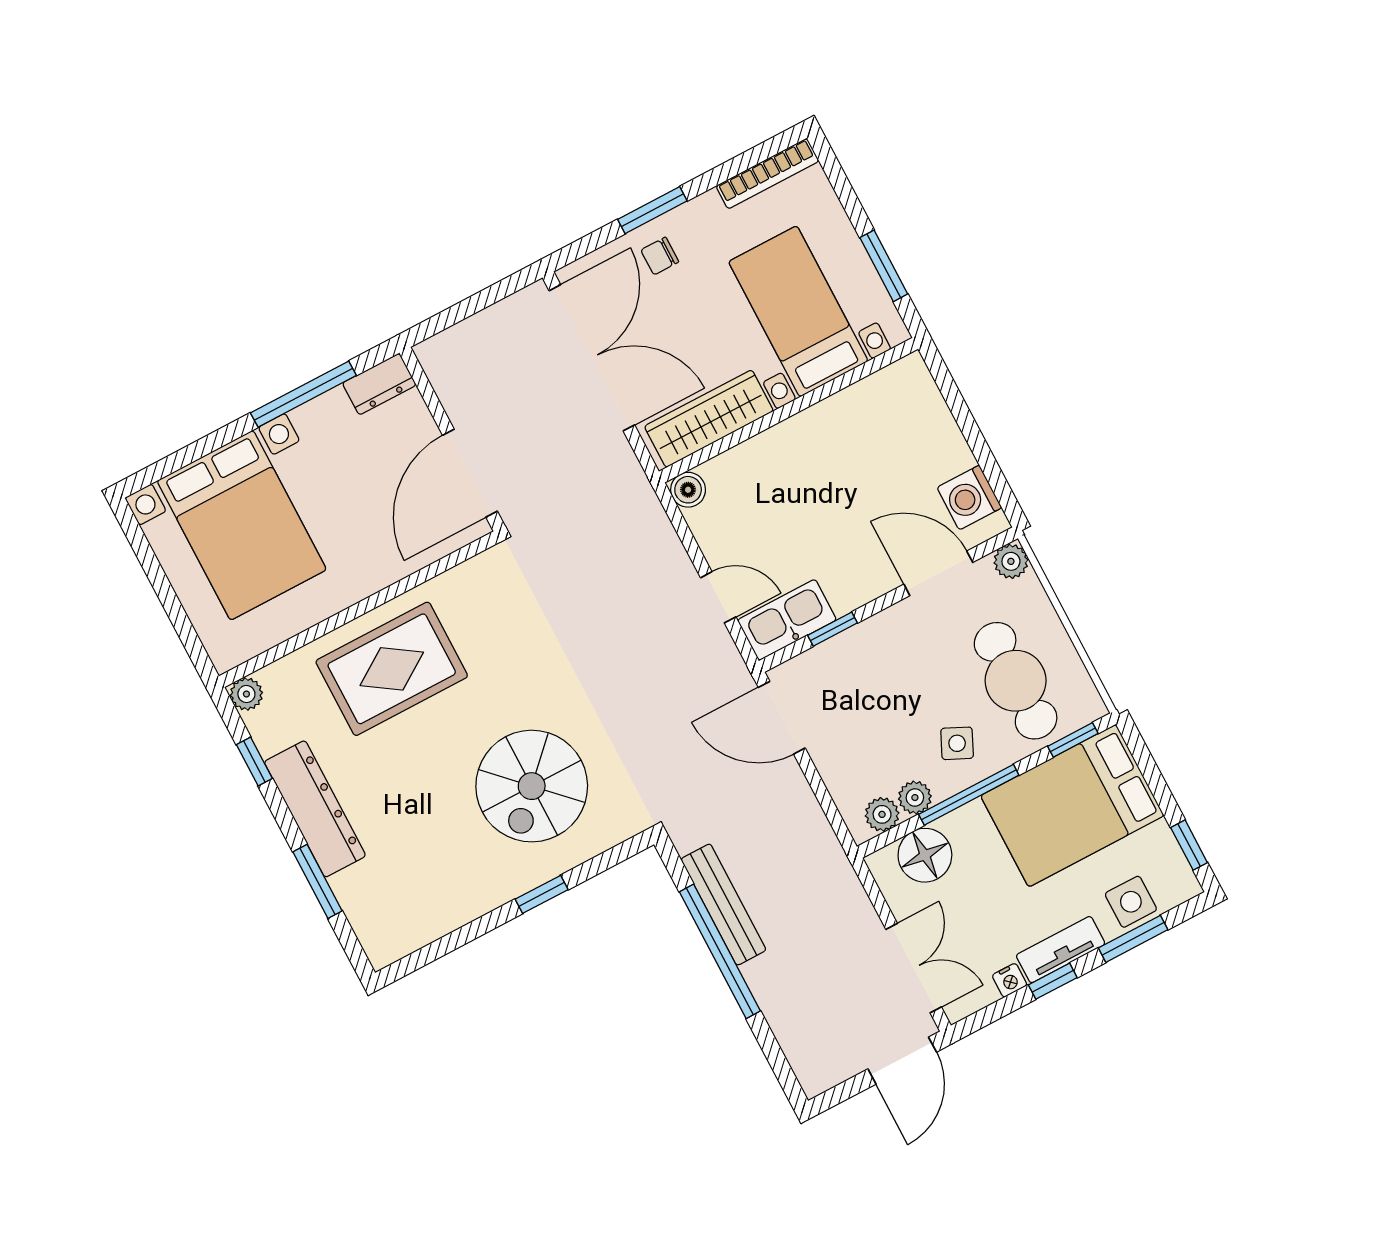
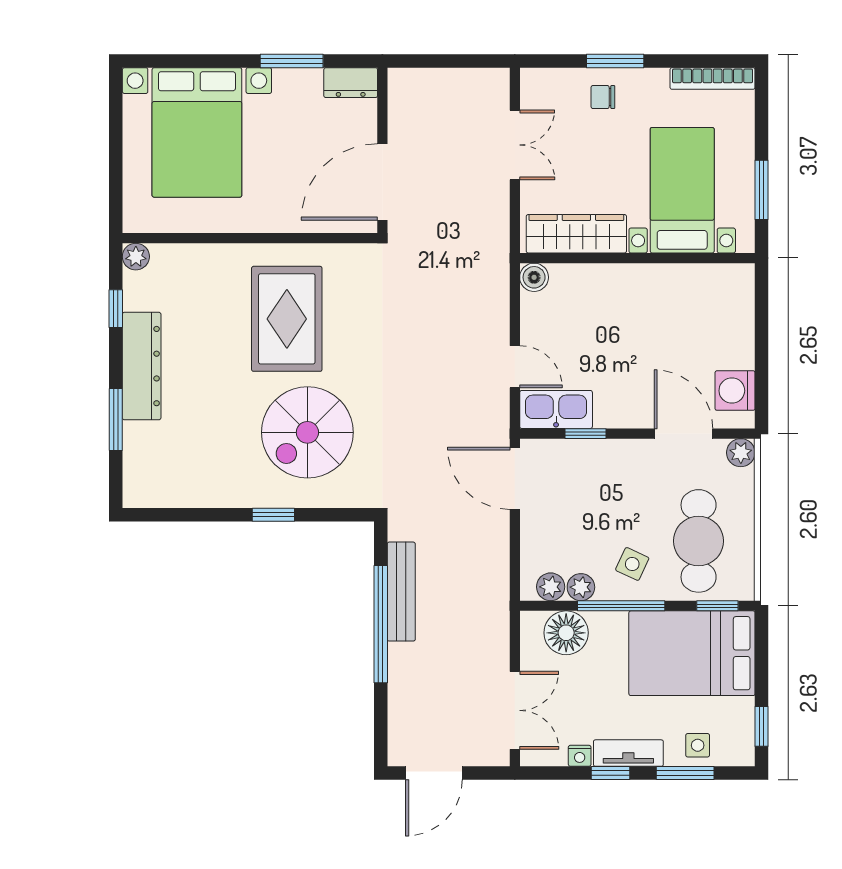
double door: (592, 358) -> (515, 145), width x0.54
window: (303, 394) -> (292, 61), width x0.69
rug: (392, 669) -> (287, 319), moved, turned 90
side table: (1131, 902) -> (698, 745), width x0.73, depth x0.73
door: (902, 1061) -> (434, 773), moved

